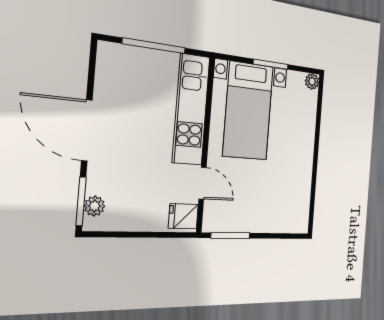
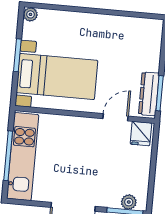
kitchen unit: (191, 109) -> (23, 157), moved, turned -90
dresser: (230, 222) -> (149, 94), added

